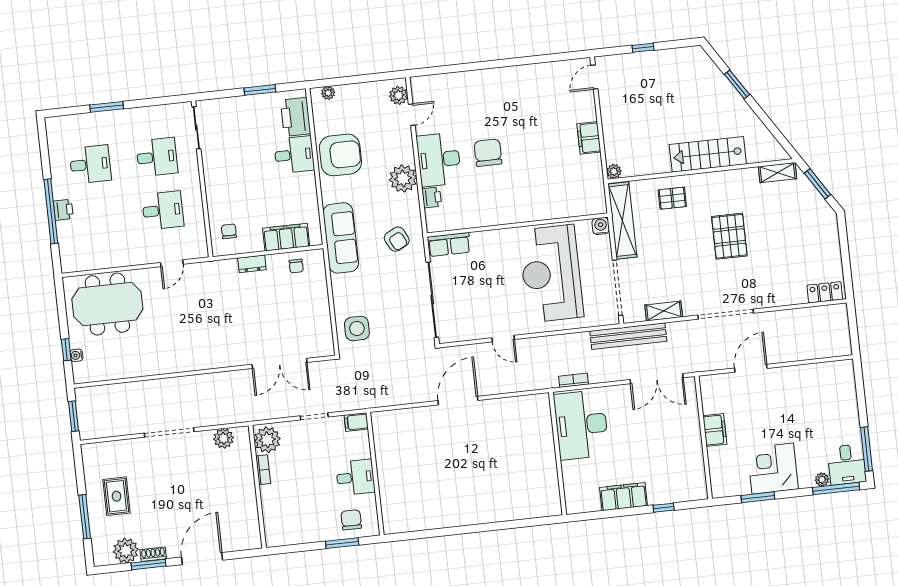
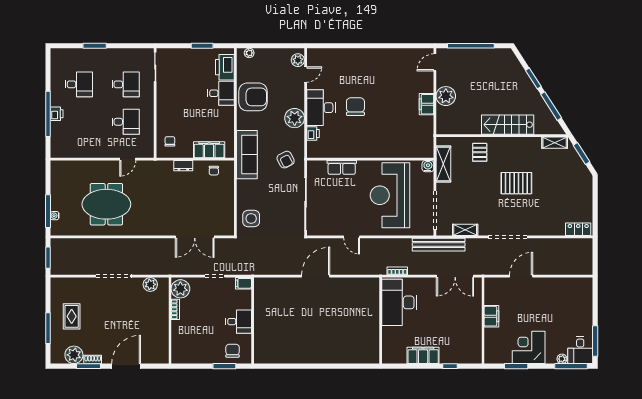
window: (643, 48) -> (471, 46), width x3.17
window: (767, 121) -> (551, 106), added
plant: (614, 171) -> (446, 96), moved, width x1.88, depth x1.88
pallet: (672, 198) -> (480, 152), turned 90
shelving: (622, 221) -> (443, 164), width x0.68
pallet: (729, 236) -> (516, 183), turned 90
row of seats: (449, 245) -> (342, 167), moved
meeting table: (107, 304) -> (106, 204), moved
window: (66, 350) -> (48, 211), width x2.17

